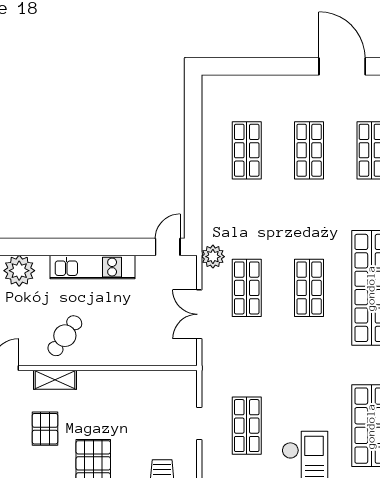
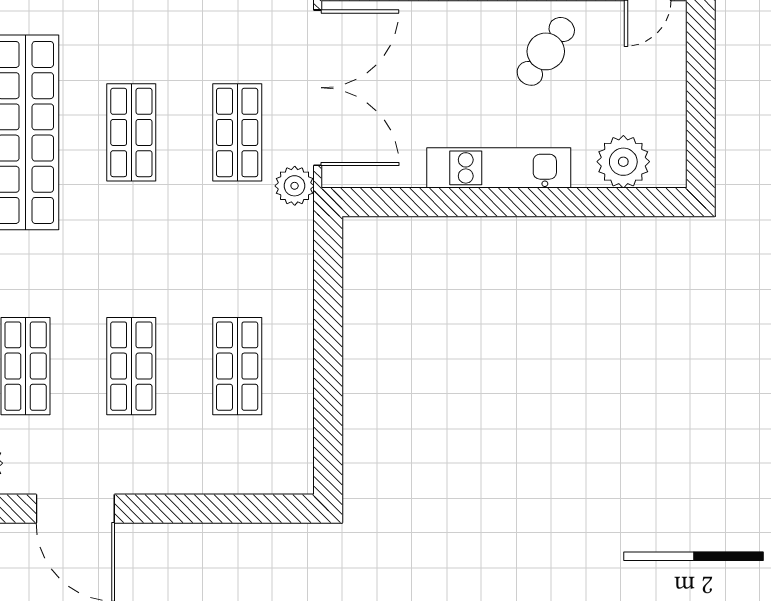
door: (168, 247) -> (371, 202), removed
double door: (199, 314) -> (318, 88), width x1.87

